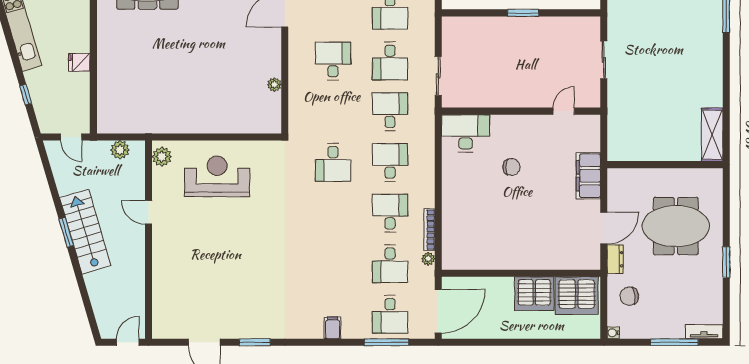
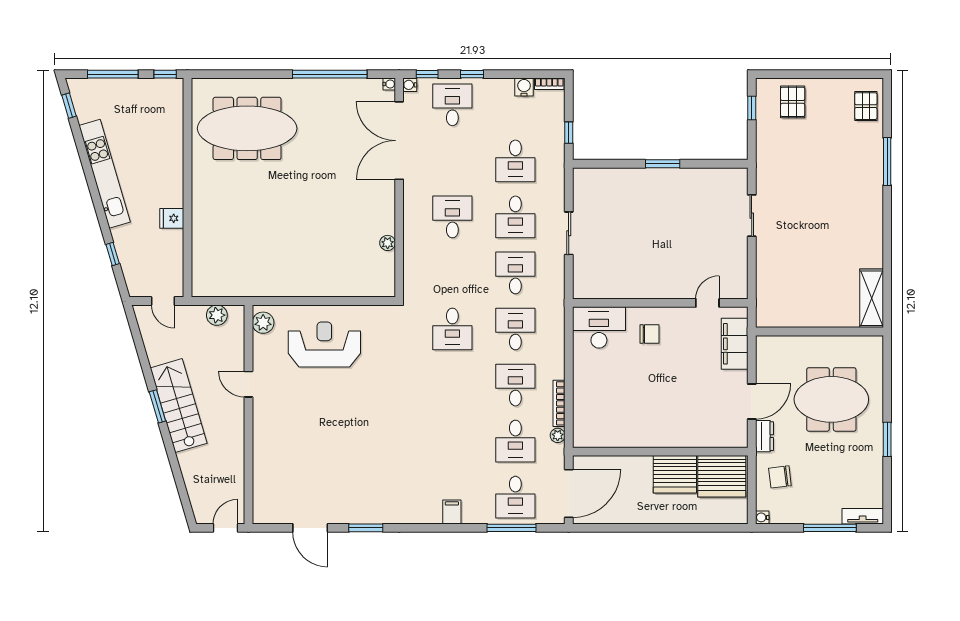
wall: (521, 111) -> (660, 303), moved
door: (564, 111) -> (707, 303), moved
desk: (466, 133) -> (599, 327), moved

